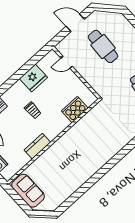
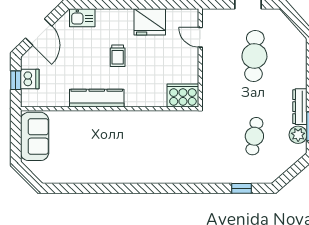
cooker: (75, 110) -> (183, 96), moved
kitchen counter: (37, 146) -> (97, 98), width x1.50

